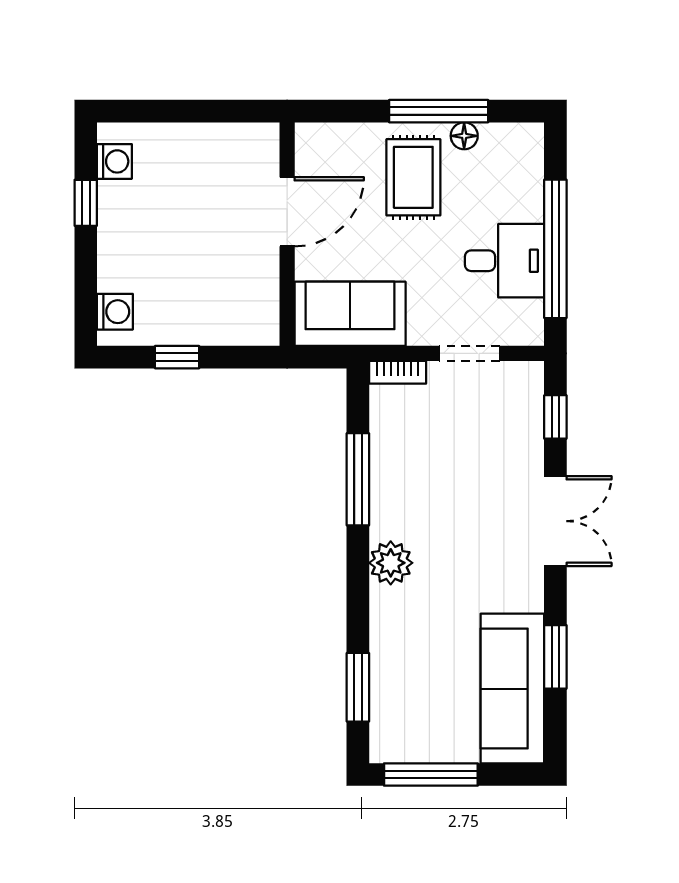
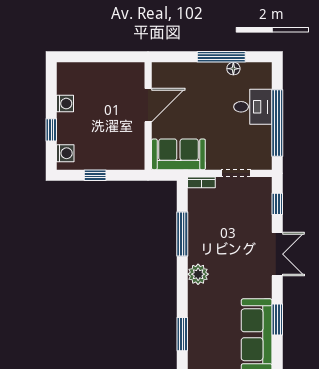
washing machine: (114, 161) -> (65, 104), moved
rug: (413, 177) -> (209, 89), removed
window: (86, 203) -> (51, 130), moved
desk: (505, 261) -> (253, 107), moved

